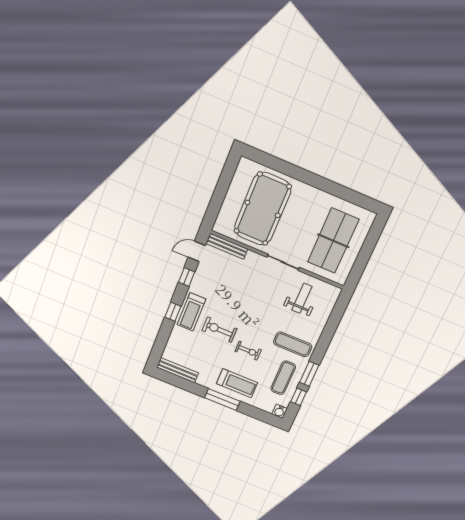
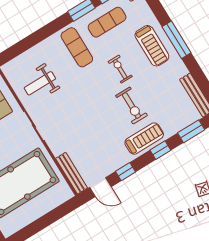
window: (161, 341) -> (191, 131), added
treadmill: (237, 383) -> (152, 46), turned 180

